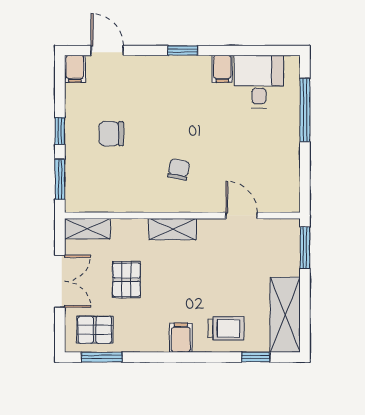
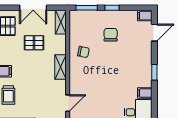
chair: (179, 170) -> (83, 52), moved

